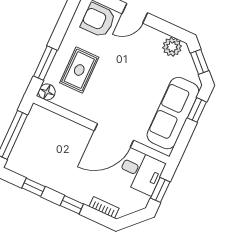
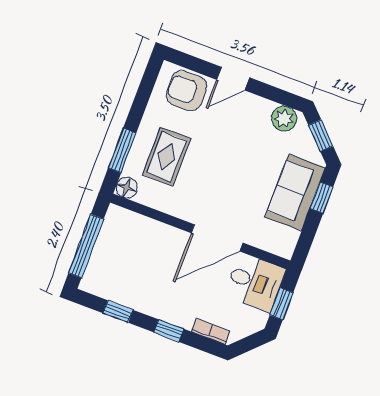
sofa: (173, 113) -> (295, 192), width x0.73

